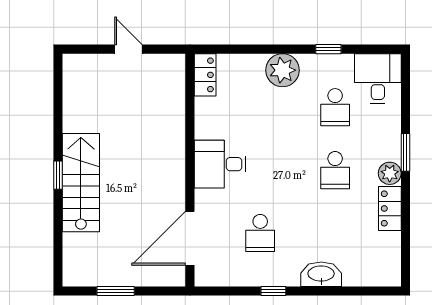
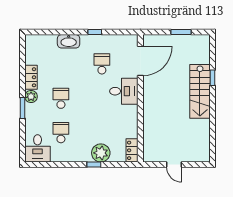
window: (328, 49) -> (94, 164), moved
plant: (282, 70) -> (101, 153), moved
desk: (220, 164) -> (124, 91), moved
window: (58, 175) -> (213, 78), moved

